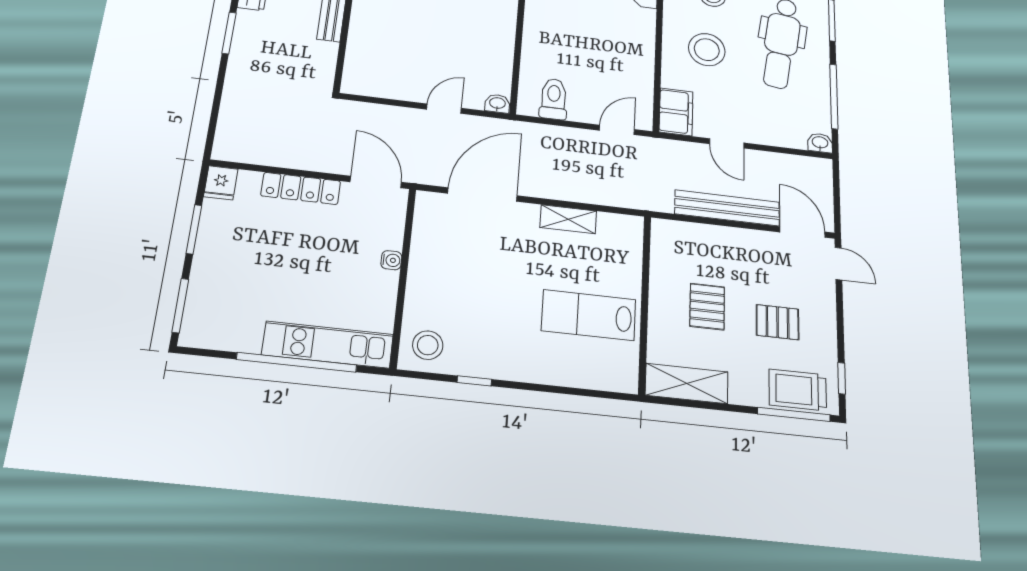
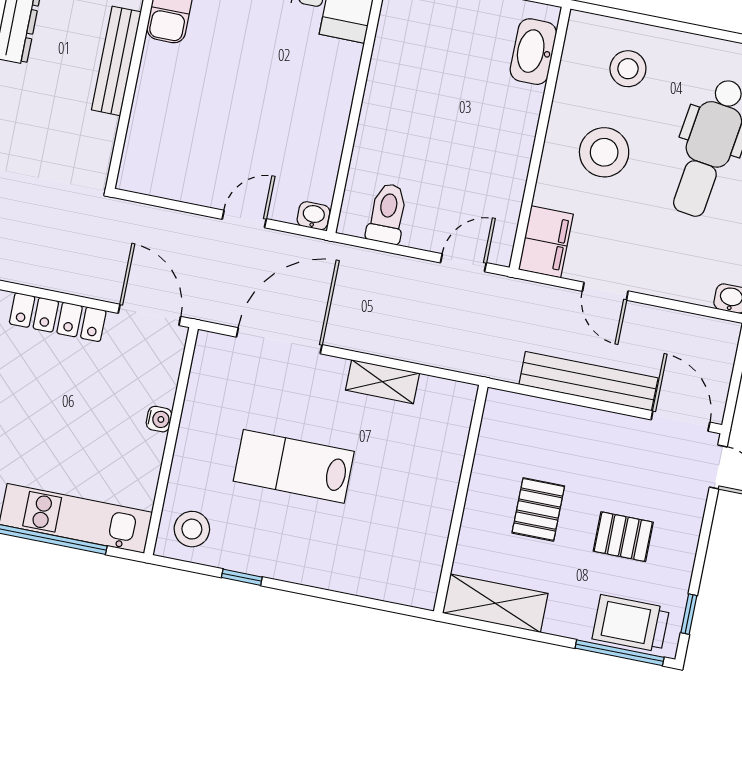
lab bench: (589, 315) -> (294, 466), moved

